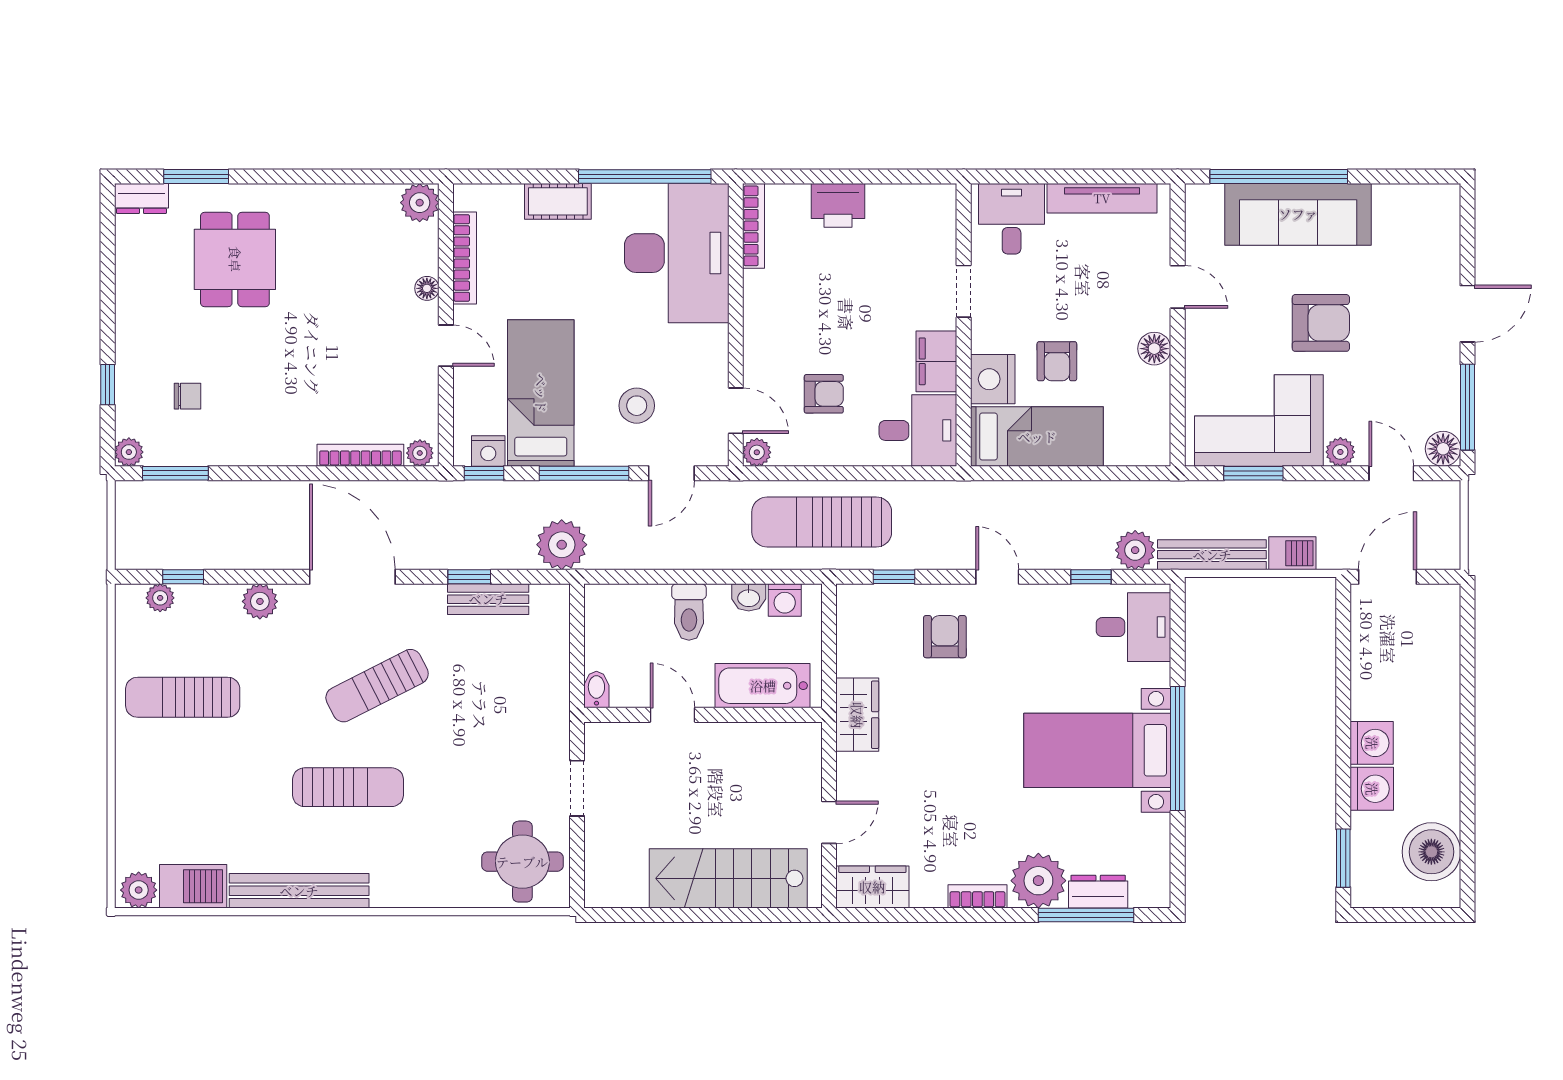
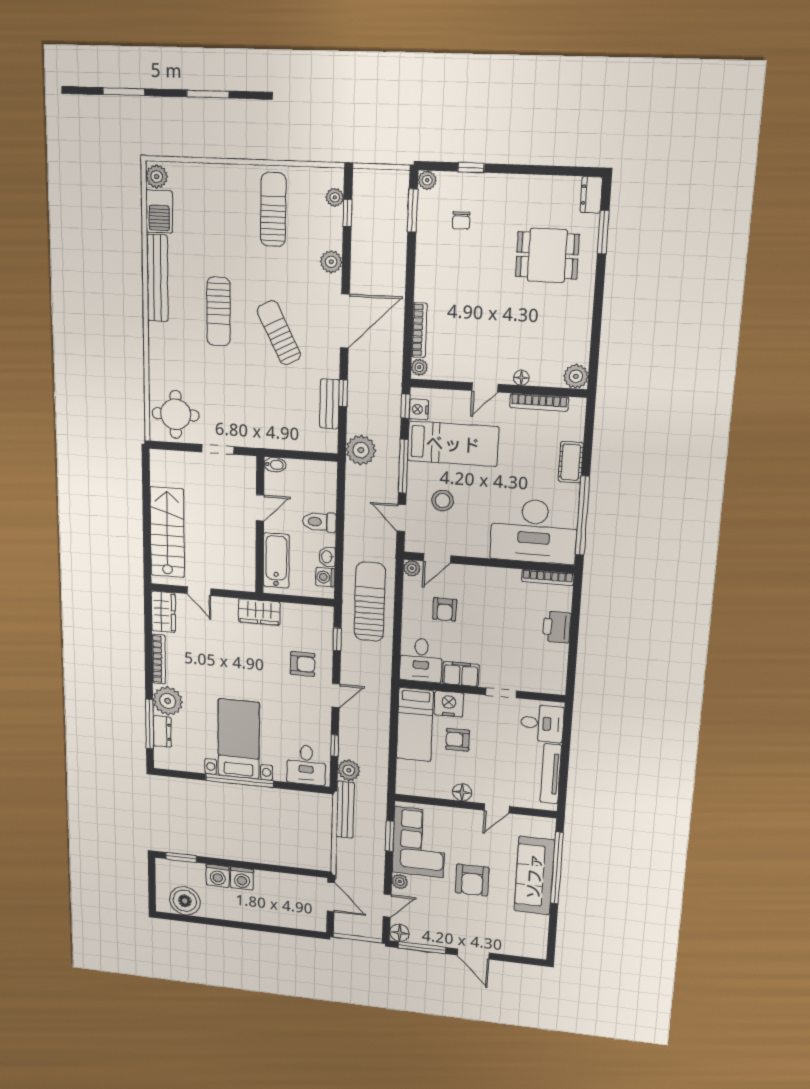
barbecue: (1292, 553) -> (345, 851), removed
bookcase: (977, 896) -> (159, 659), width x1.56

